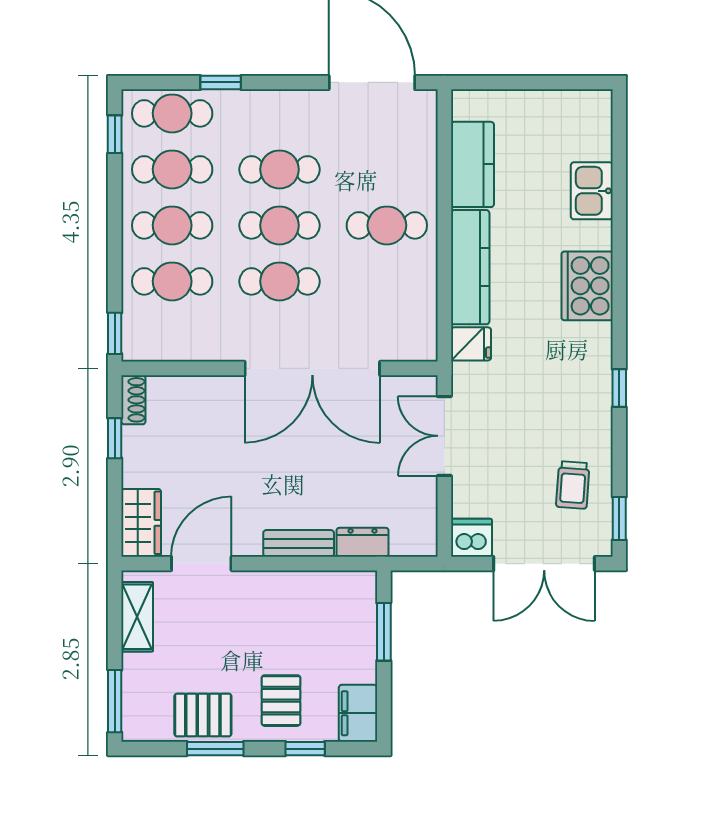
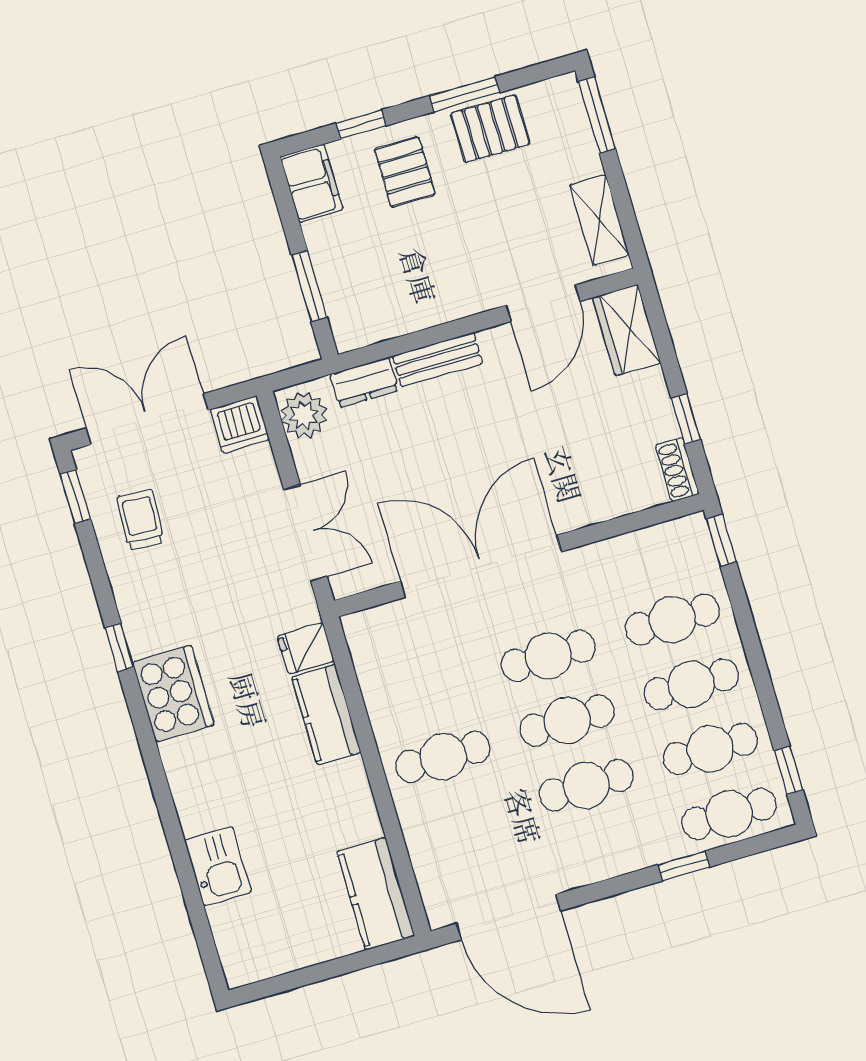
kitchen counter: (472, 164) -> (376, 894), moved
kitchen counter: (470, 267) -> (326, 715), width x0.67
cooker: (587, 286) -> (173, 693), moved
plant: (418, 530) -> (304, 415), added

